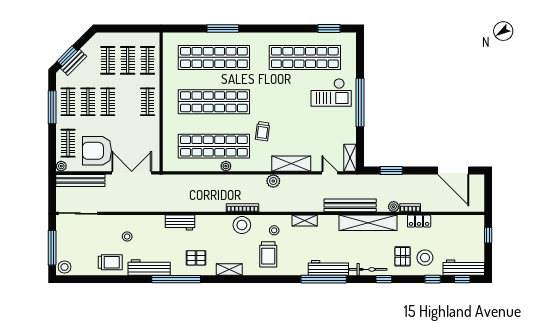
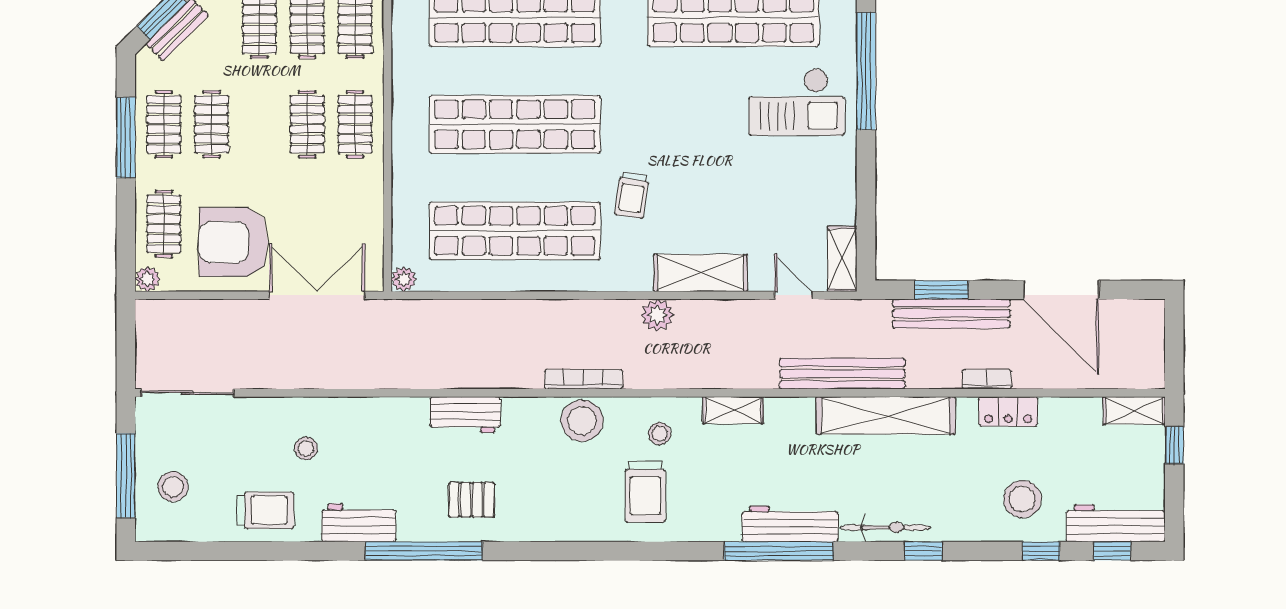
clothes rail: (108, 102) -> (307, 124), moved
window: (360, 102) -> (866, 71), moved
plant: (226, 166) -> (404, 279), moved
door: (453, 171) -> (1061, 290), moved
bench: (80, 180) -> (951, 313), moved
plant: (394, 207) -> (947, 376), removed
workbench: (180, 223) -> (465, 415), moved
pallet: (403, 256) -> (968, 496), removed
stool: (65, 267) -> (173, 487), moved
workbench: (149, 267) -> (359, 523), width x0.73
shelving: (229, 270) -> (1134, 410), moved

